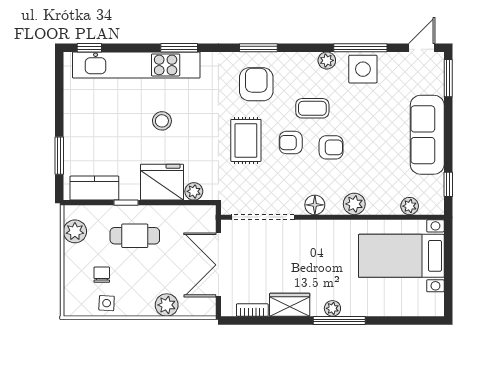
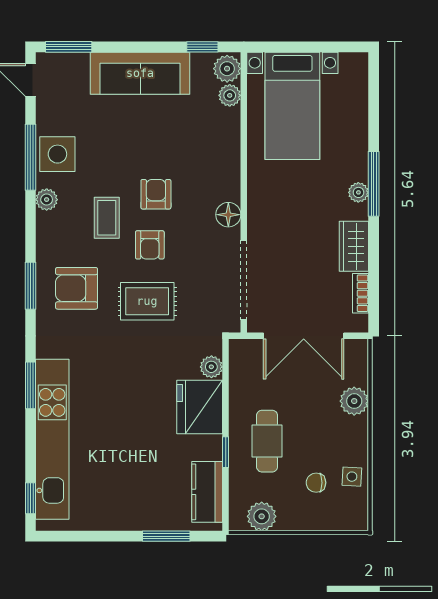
stool: (162, 121) -> (123, 407), removed
plant: (354, 204) -> (227, 69), moved

